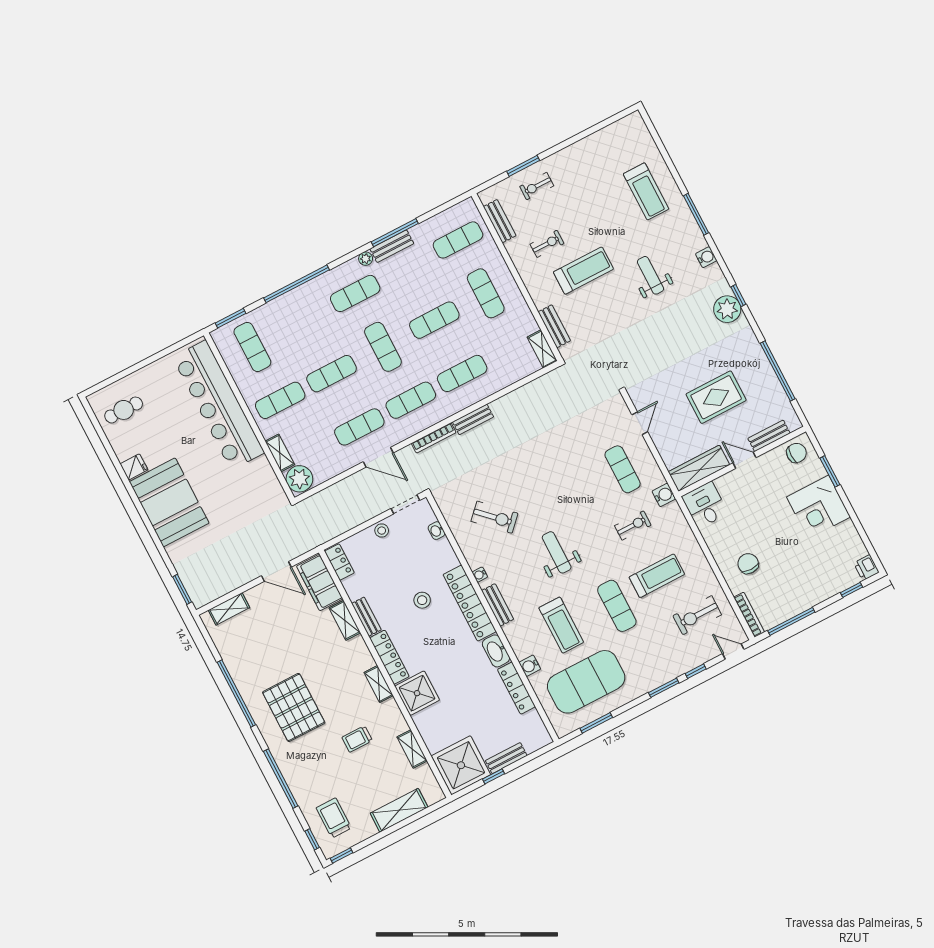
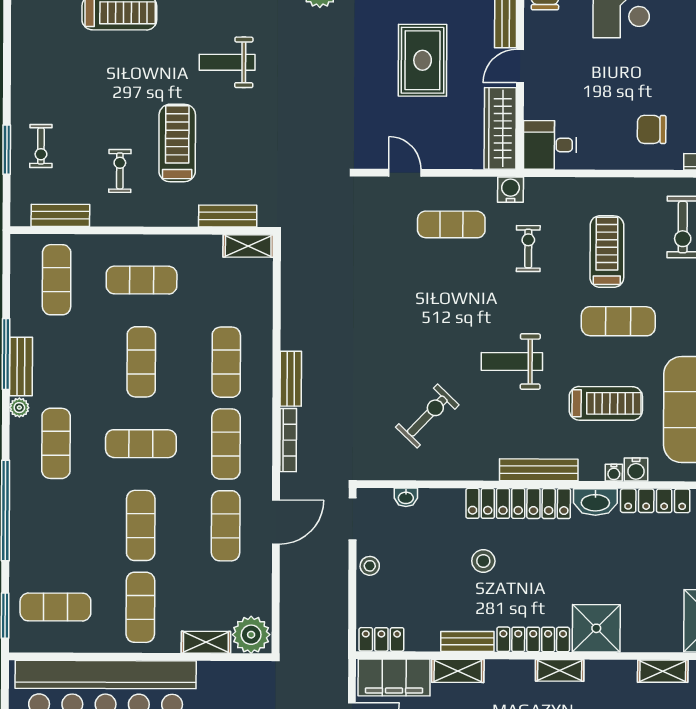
water cooler: (480, 575) -> (614, 473), moved
bench: (498, 605) -> (539, 470), width x1.36

